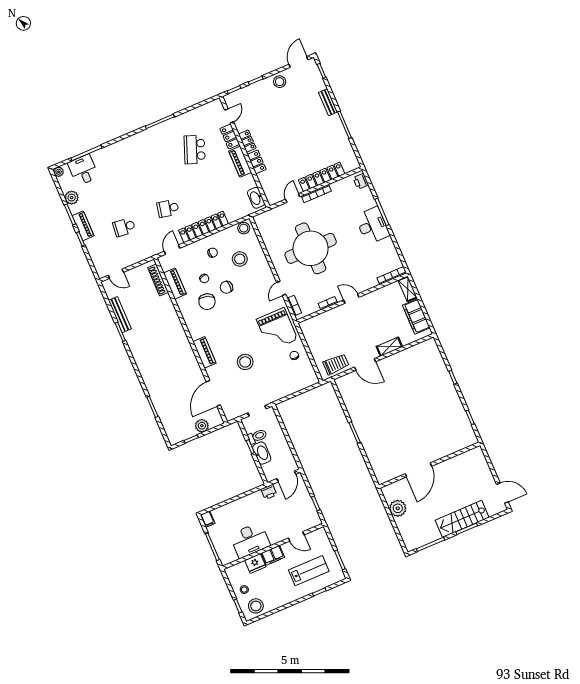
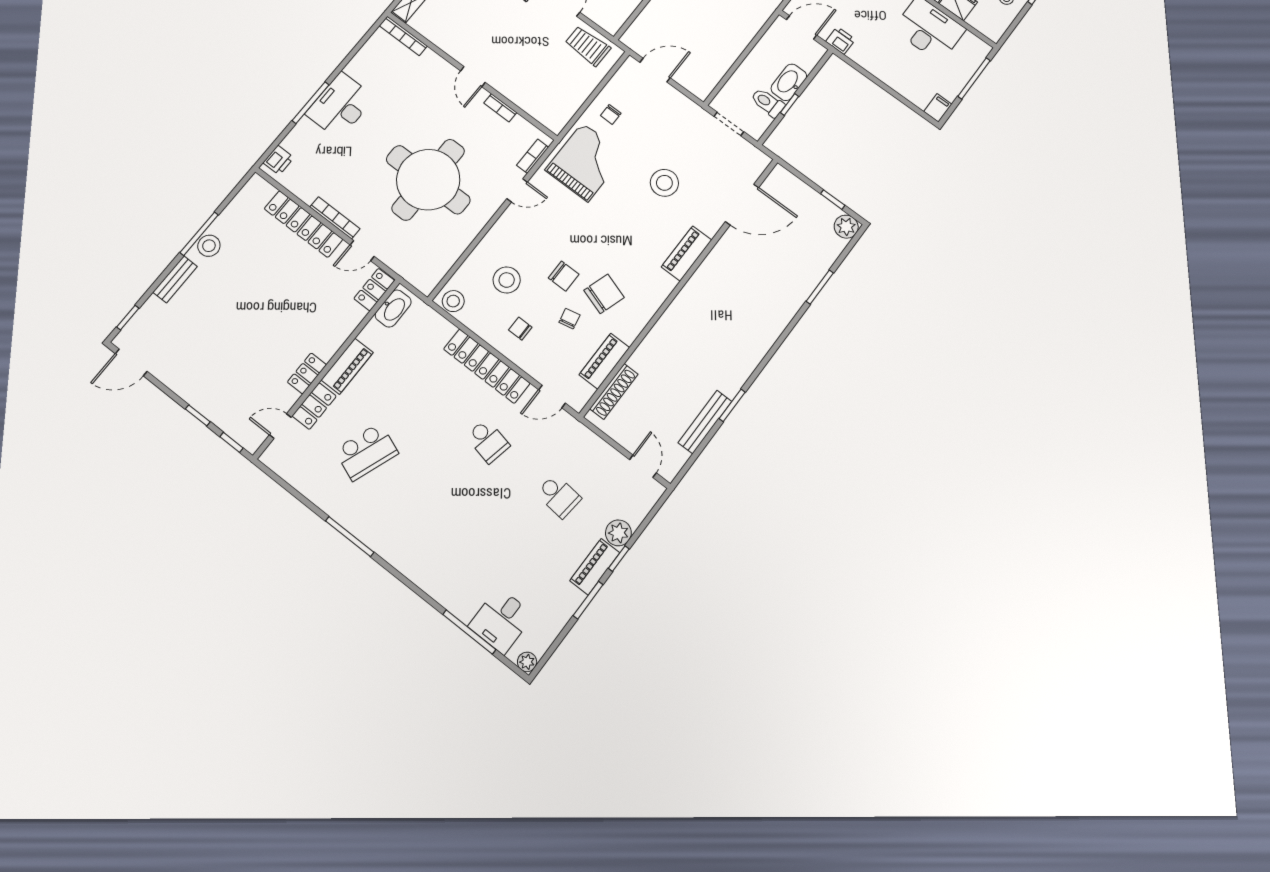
stool: (280, 82) -> (209, 246), moved
locker: (257, 162) -> (374, 290), moved
plant: (72, 198) -> (618, 533), moved
door: (305, 390) -> (655, 70), added
plant: (202, 426) -> (846, 227), moved

